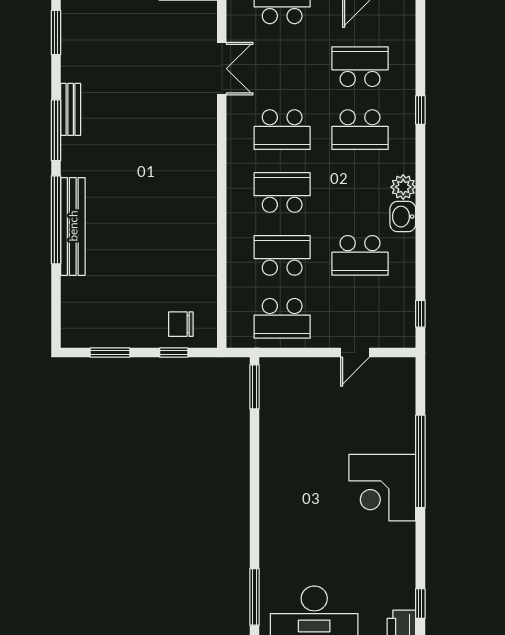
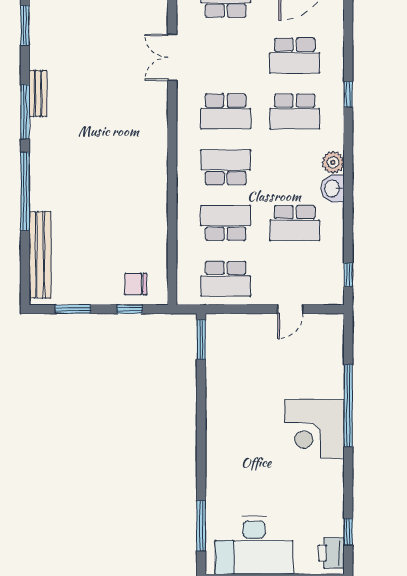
school desk: (360, 67) -> (295, 56), turned 180
double door: (222, 69) -> (172, 57), swing flipped
bench: (73, 226) -> (40, 255), moved

